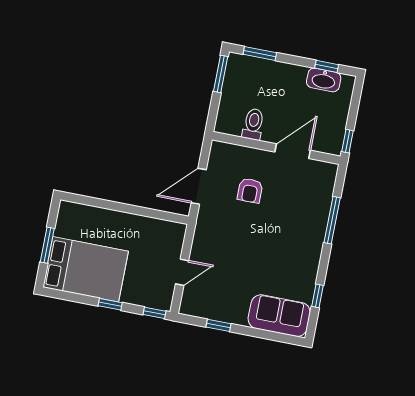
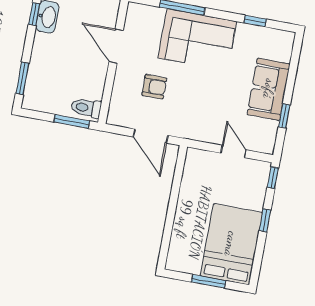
window: (221, 74) -> (72, 121), moved
toilet: (253, 124) -> (86, 108), moved
corner sofa: (299, 236) -> (197, 40), added
sofa: (279, 316) -> (269, 89), moved

